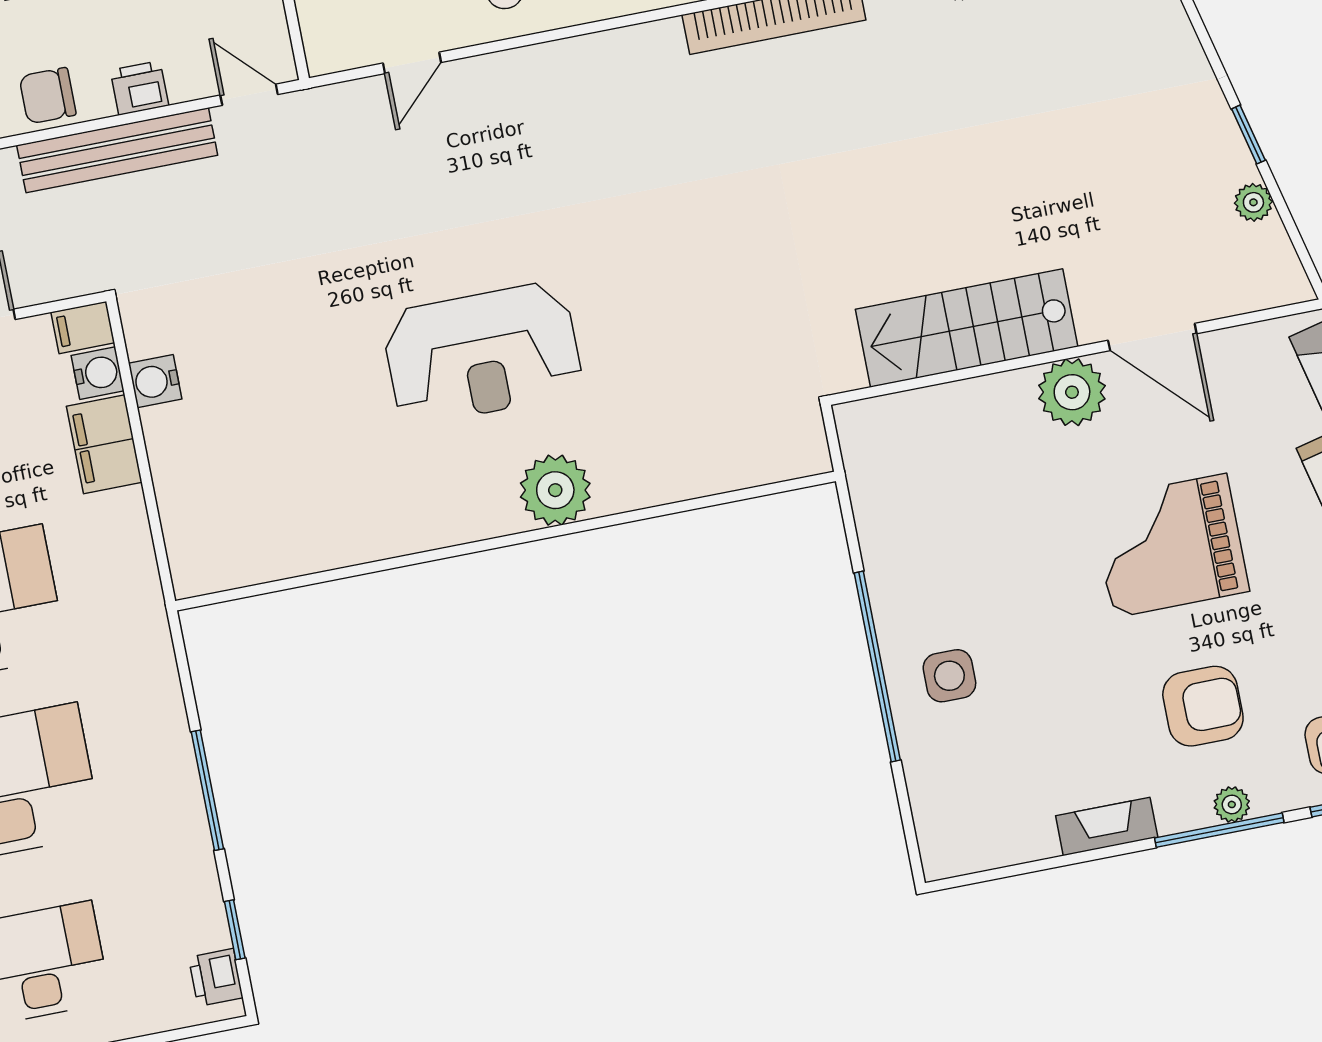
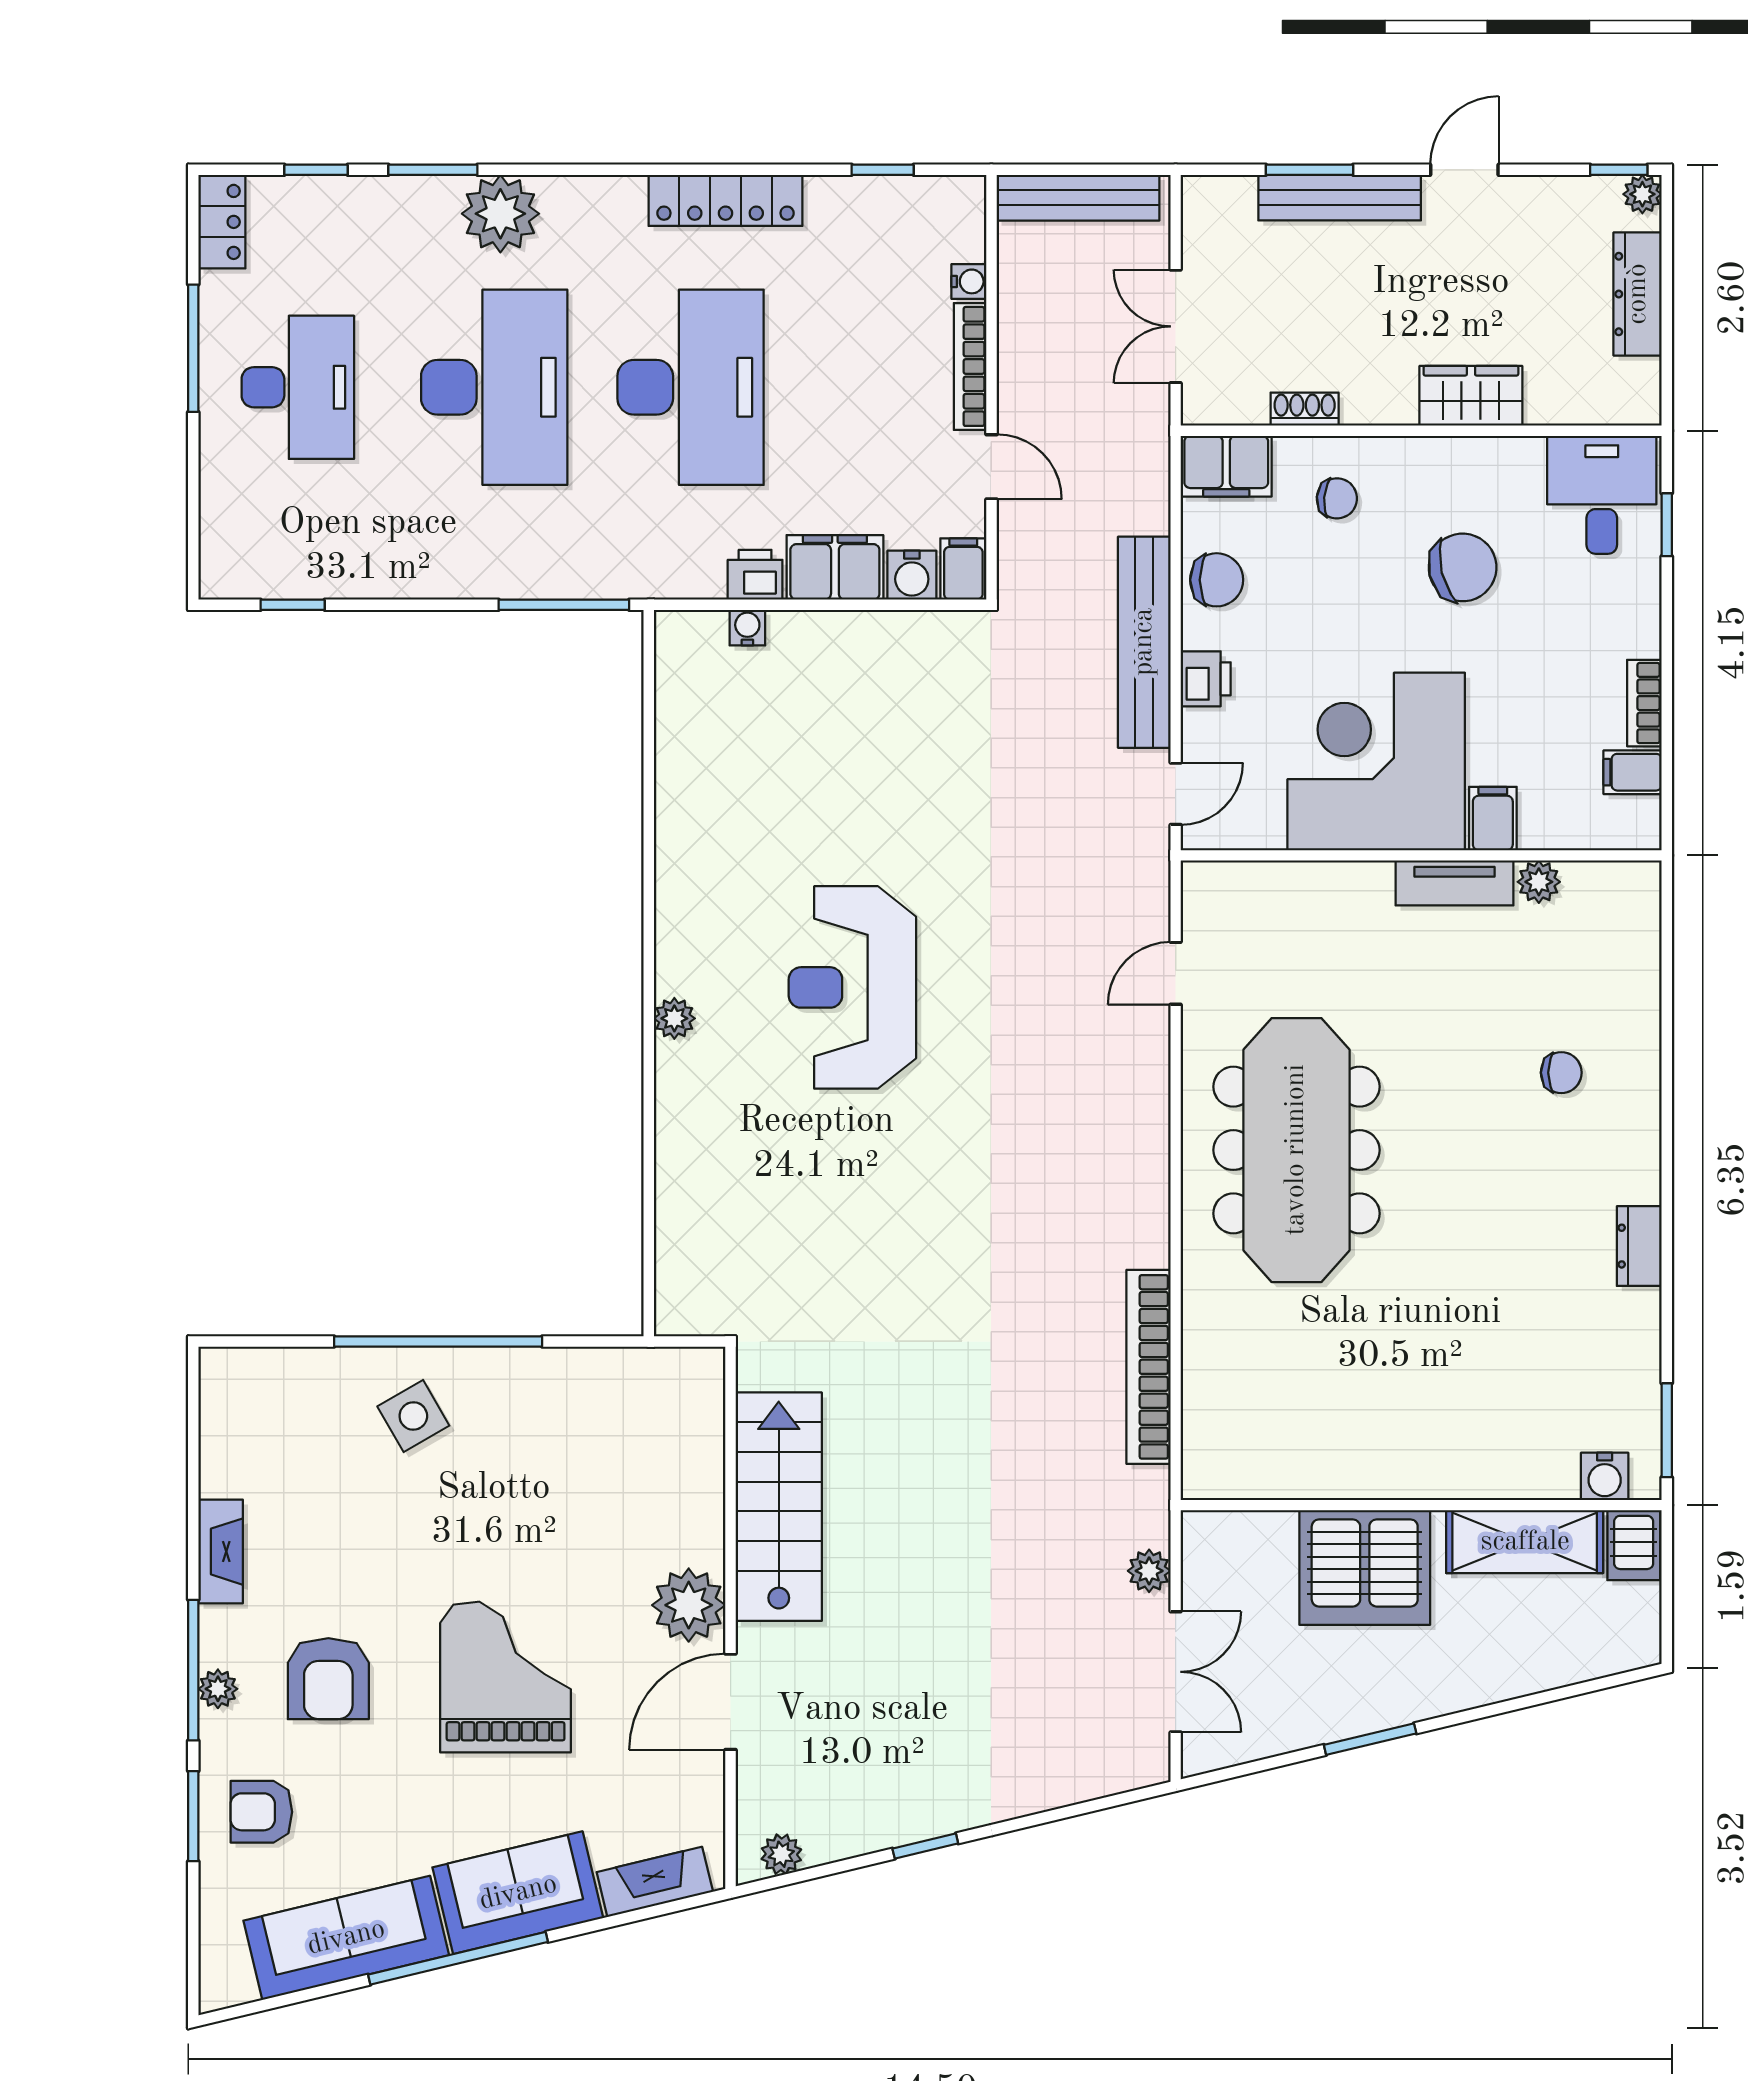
door: (412, 63) -> (1176, 973), hinge flipped
chair: (48, 96) -> (1217, 580), turned 90
plant: (1253, 202) -> (781, 1854), moved
water cooler: (155, 381) -> (747, 628), moved, width x0.72, depth x0.72
plant: (555, 490) -> (674, 1018), width x0.53, depth x0.53
side table: (949, 676) -> (413, 1416), turned -30
window: (207, 790) -> (564, 605), moved
printer: (216, 977) -> (755, 575), moved

